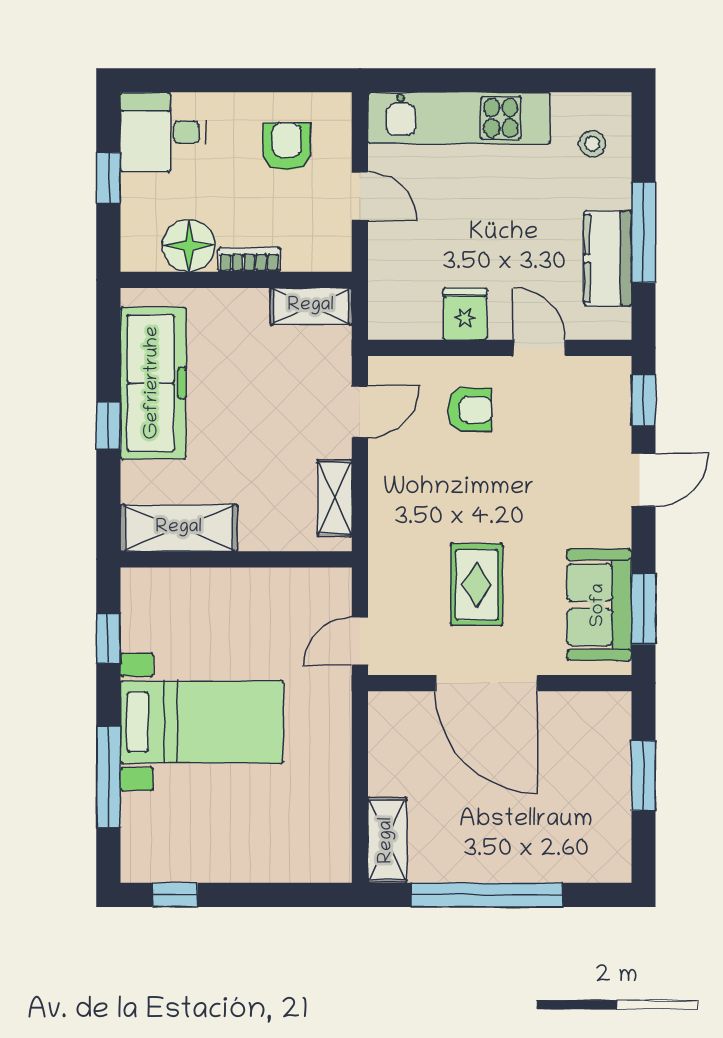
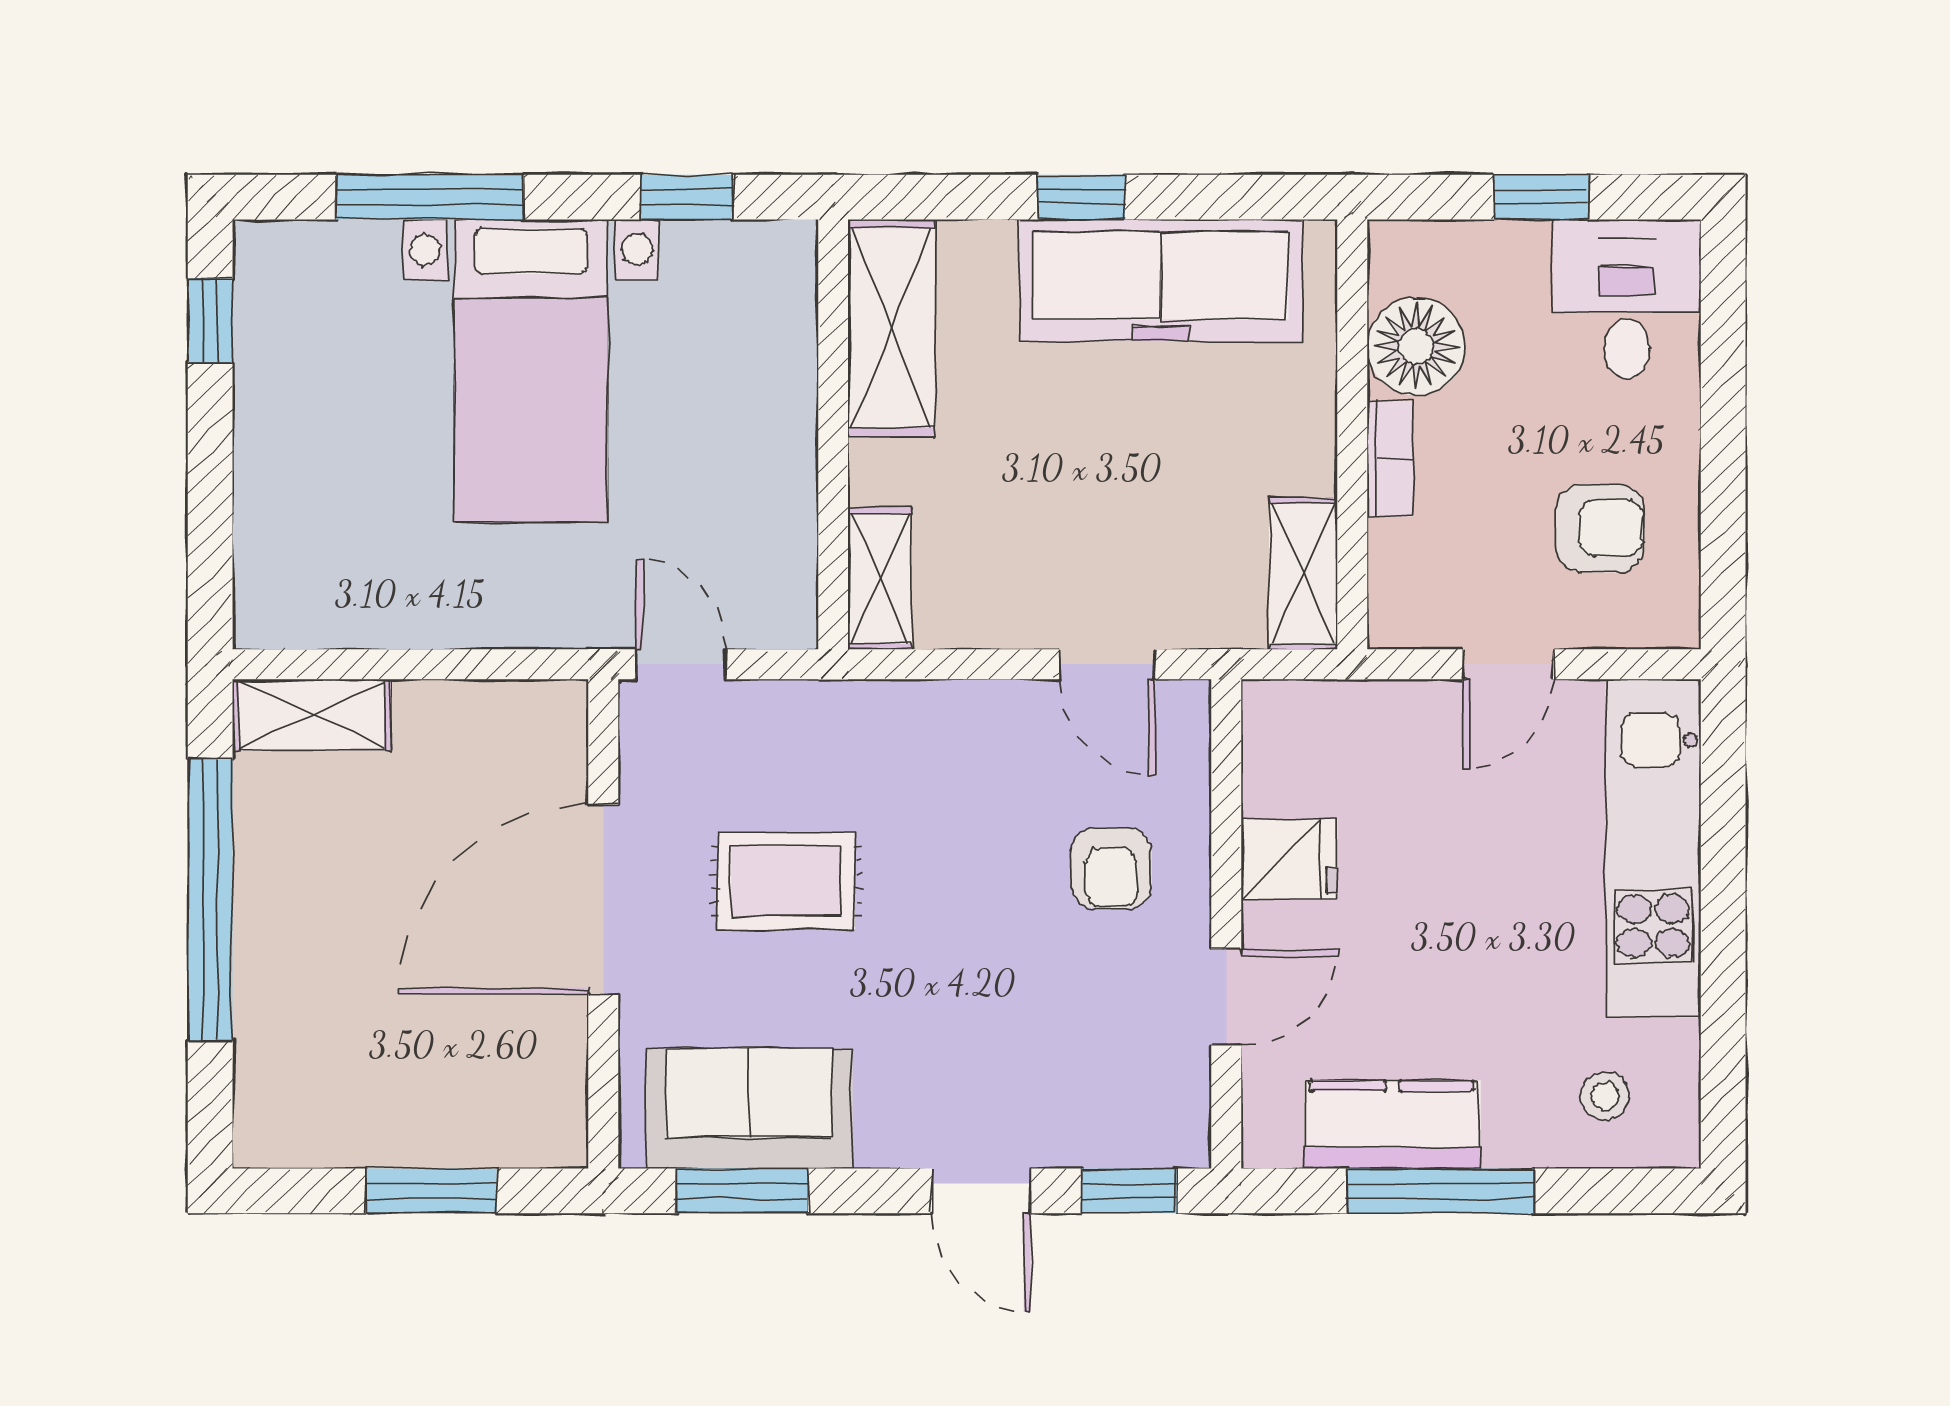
shelving: (335, 498) -> (880, 578), moved, turned 90

